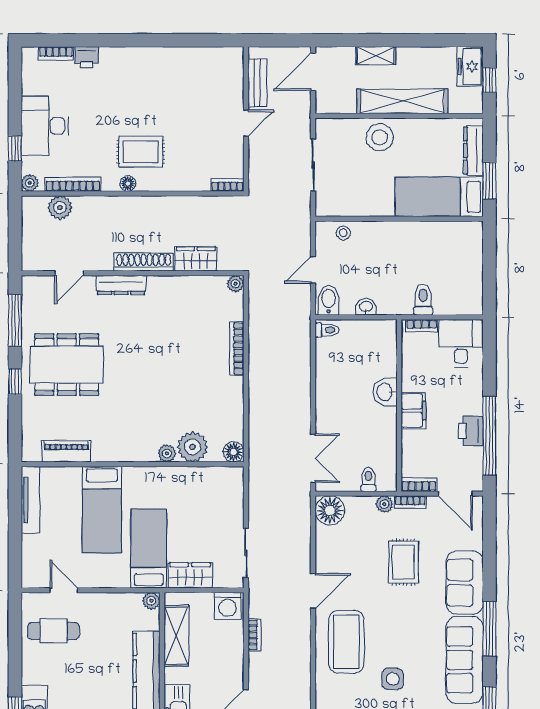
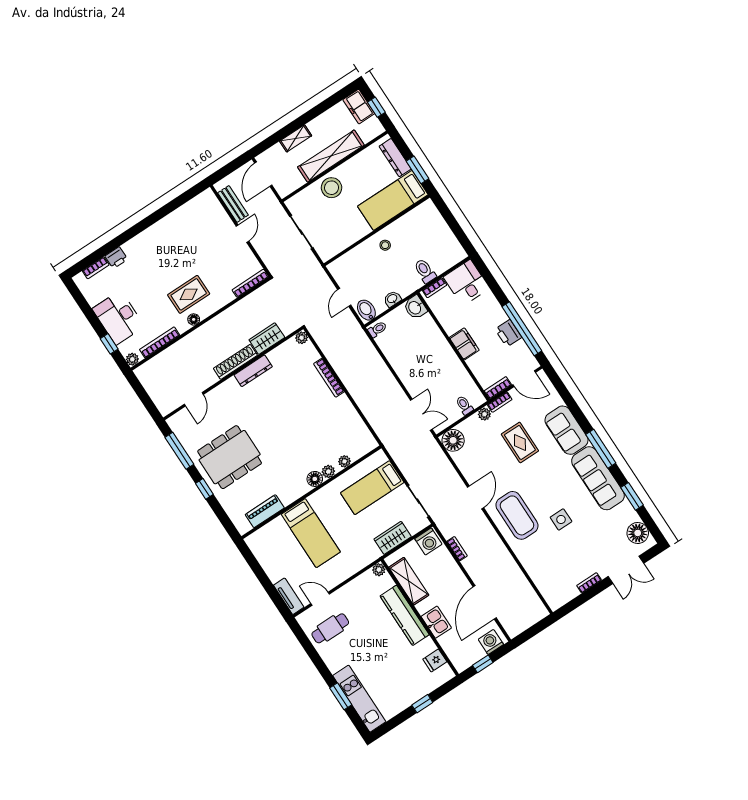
bookcase: (227, 185) -> (250, 283), width x1.56
plant: (60, 208) -> (161, 362), removed
stool: (343, 233) -> (385, 245), moved
dresser: (121, 285) -> (253, 371), moved
washbasin: (385, 392) -> (415, 307), moved
plant: (193, 447) -> (344, 461), width x0.53, depth x0.53
floor lamp: (234, 452) -> (315, 479), moved
tv unit: (30, 500) -> (289, 596), moved, width x0.71
bed: (149, 549) -> (372, 488), moved, turned -90

